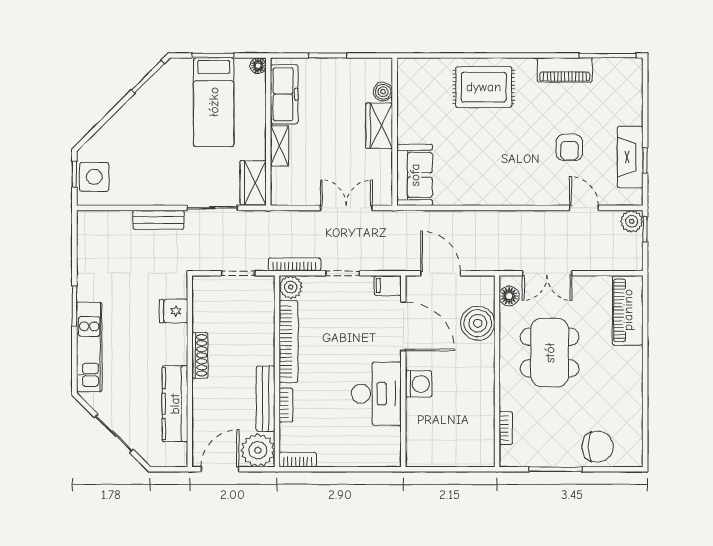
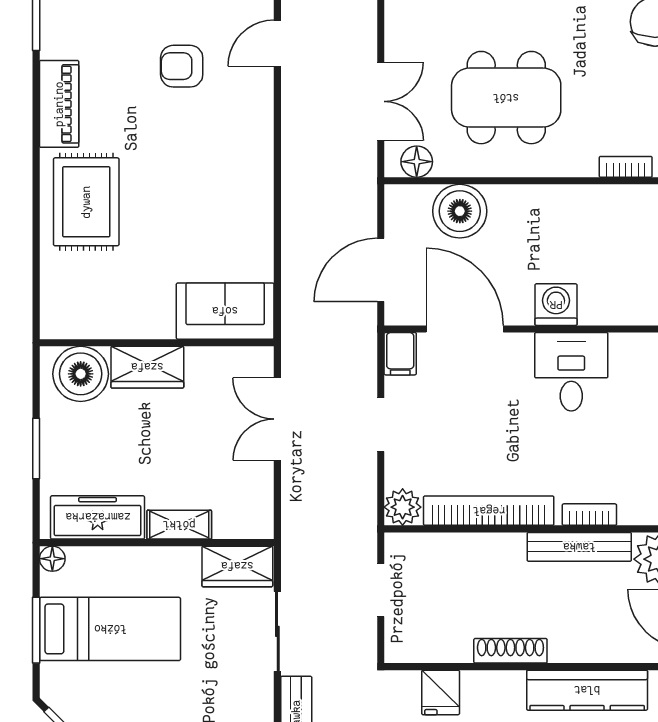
piano: (565, 70) -> (59, 104), moved
boiler: (383, 92) -> (81, 374), width x1.86, depth x1.86
armchair: (569, 147) -> (182, 66), turned 180
bookcase: (294, 264) -> (367, 501), removed
door: (403, 326) -> (465, 329), hinge flipped
desk: (376, 394) -> (571, 372), width x0.73

